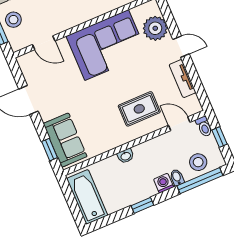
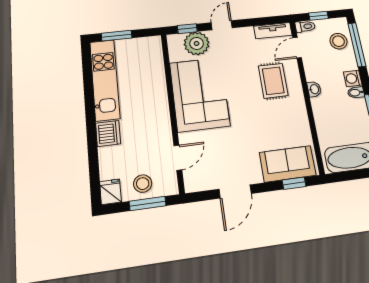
window: (168, 15) -> (187, 29), added
tv unit: (182, 79) -> (273, 31), moved
washbasin: (126, 156) -> (314, 89), moved
bidet: (177, 177) -> (356, 93), moved

